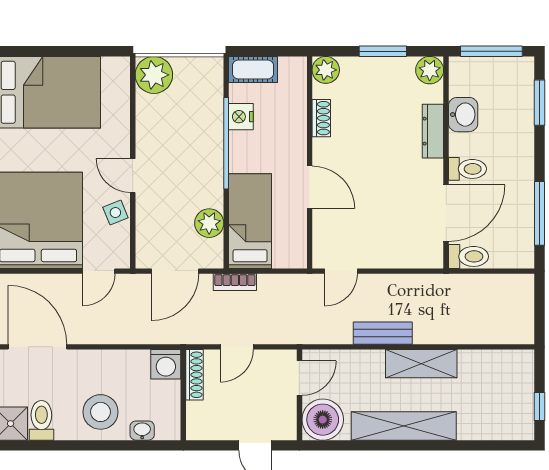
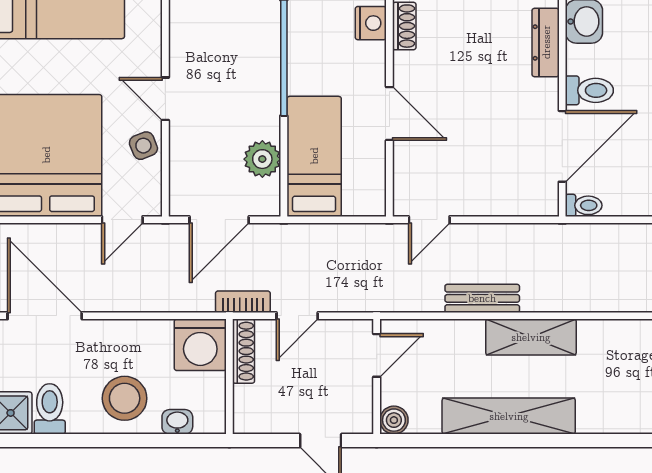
nightstand: (241, 117) -> (371, 23), moved, turned 180
toilet: (468, 256) -> (584, 205), width x0.73, depth x0.72
bookcase: (235, 282) -> (243, 302), moved, turned 180
washing machine: (166, 364) -> (200, 345), width x1.37, depth x1.37
boiler: (323, 420) -> (394, 420), width x0.54, depth x0.54

